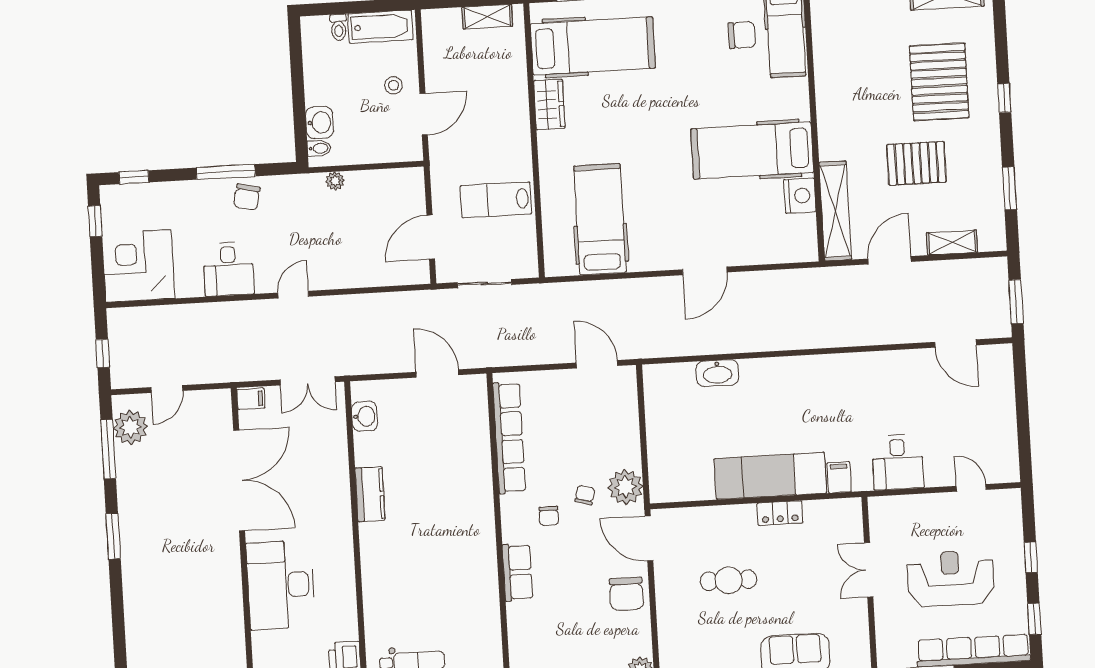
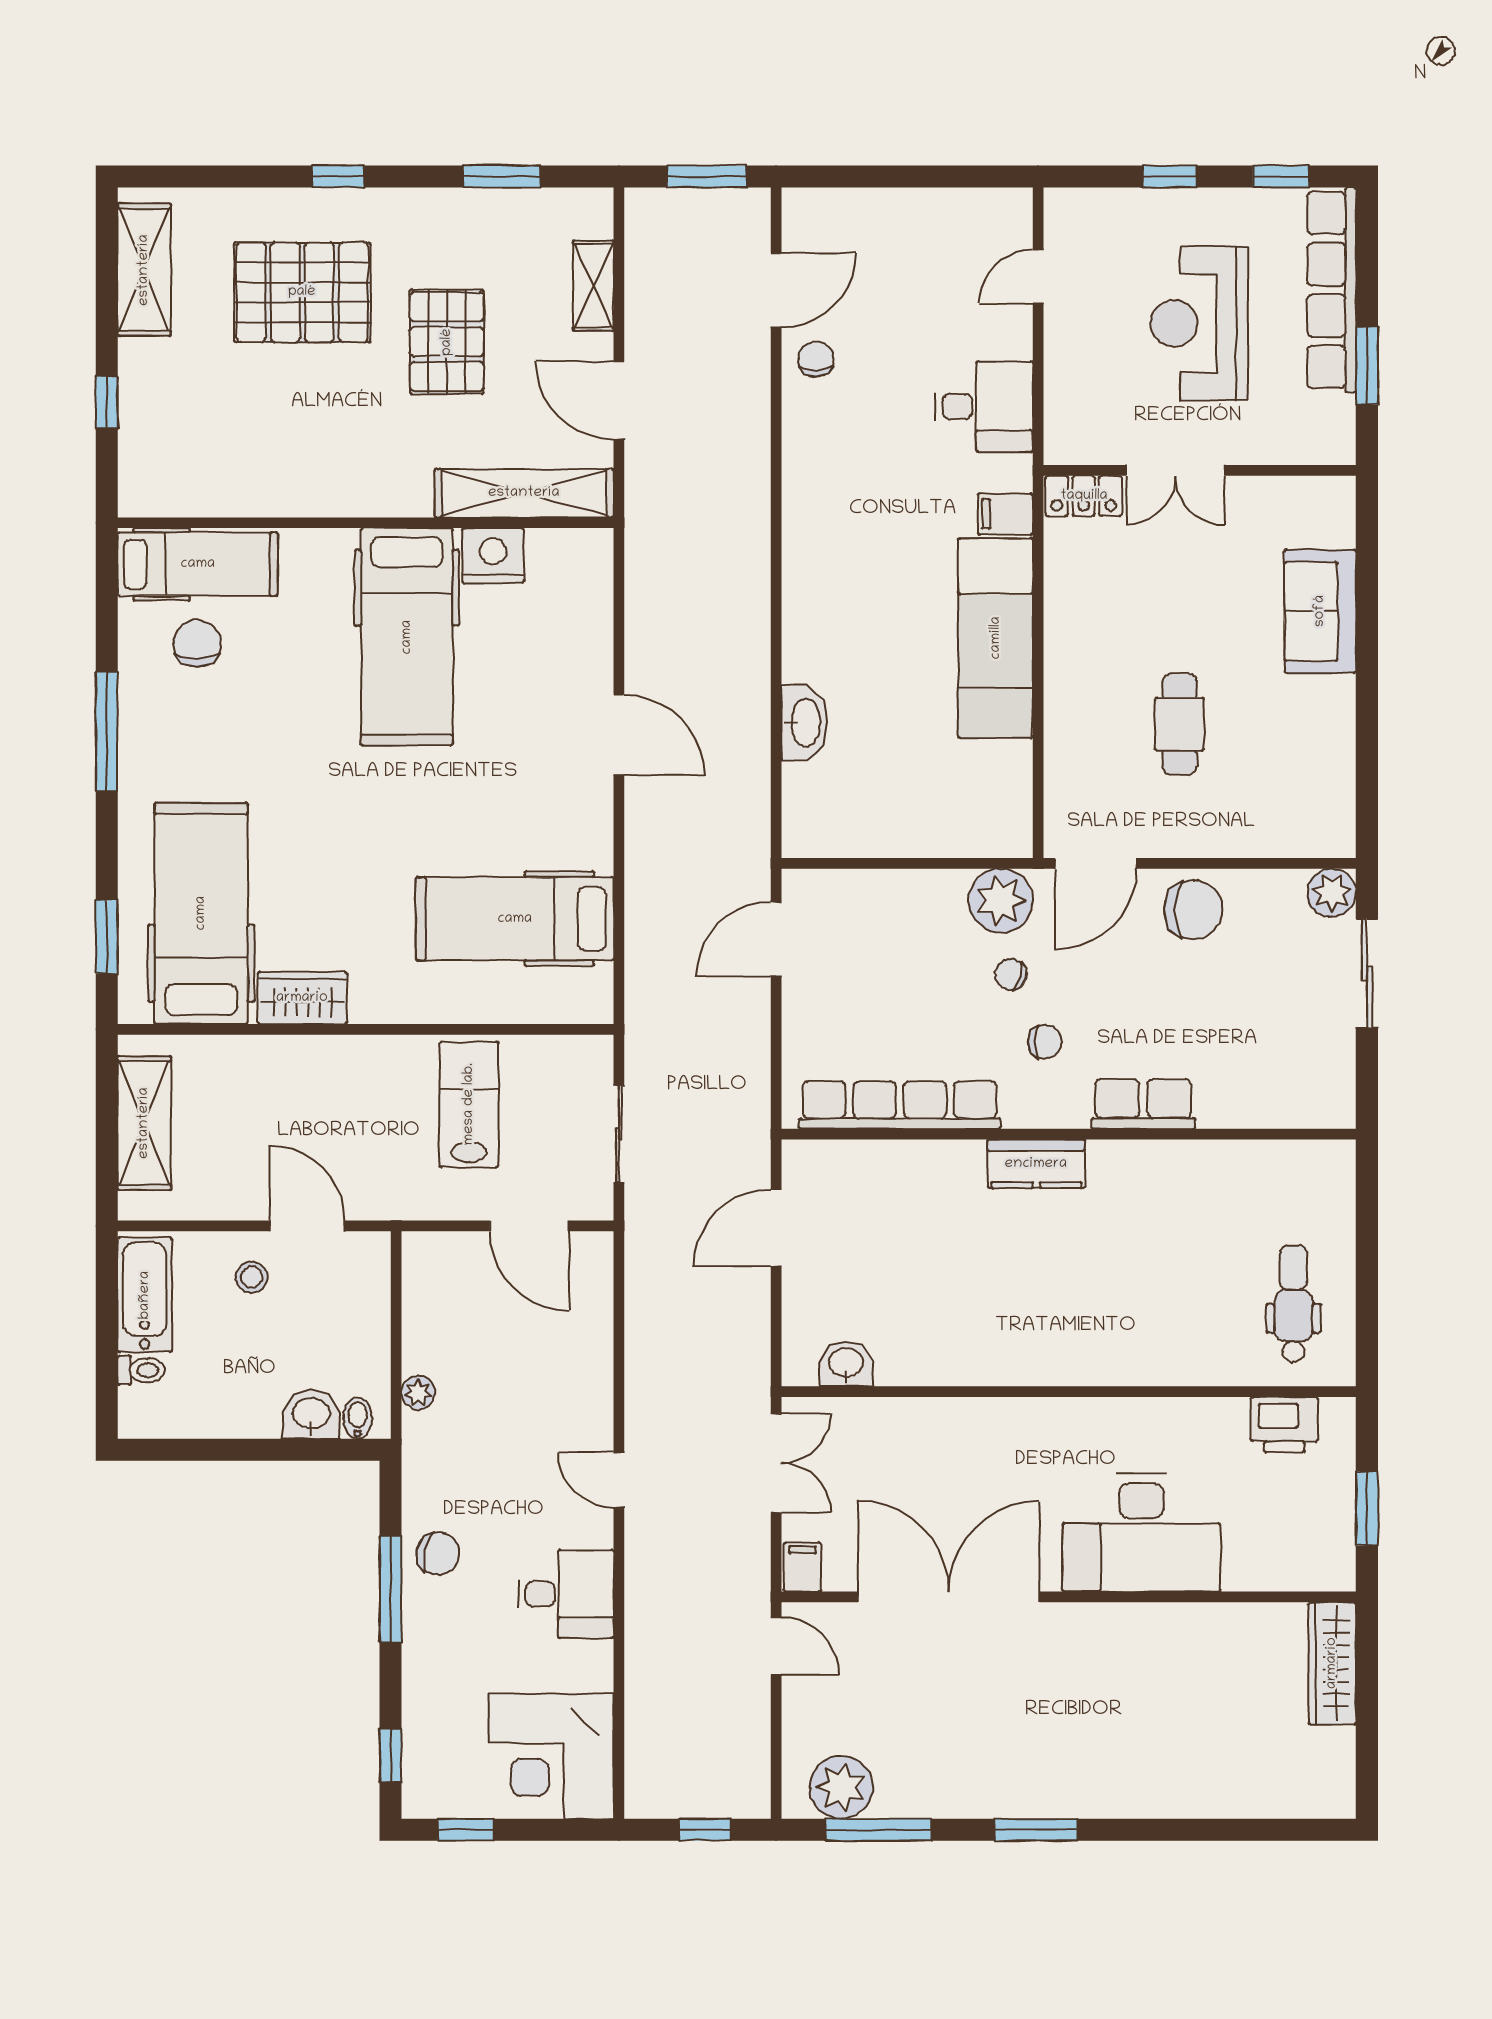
shelving: (487, 17) -> (144, 1123), width x1.50, depth x1.33
lab bench: (496, 200) -> (469, 1104), turned 180
chair: (919, 368) -> (816, 359), added
door: (167, 389) -> (776, 1646), moved
kitchen counter: (370, 494) -> (1036, 1164), moved, turned 180
locker: (780, 513) -> (1084, 496), moved, turned 90

